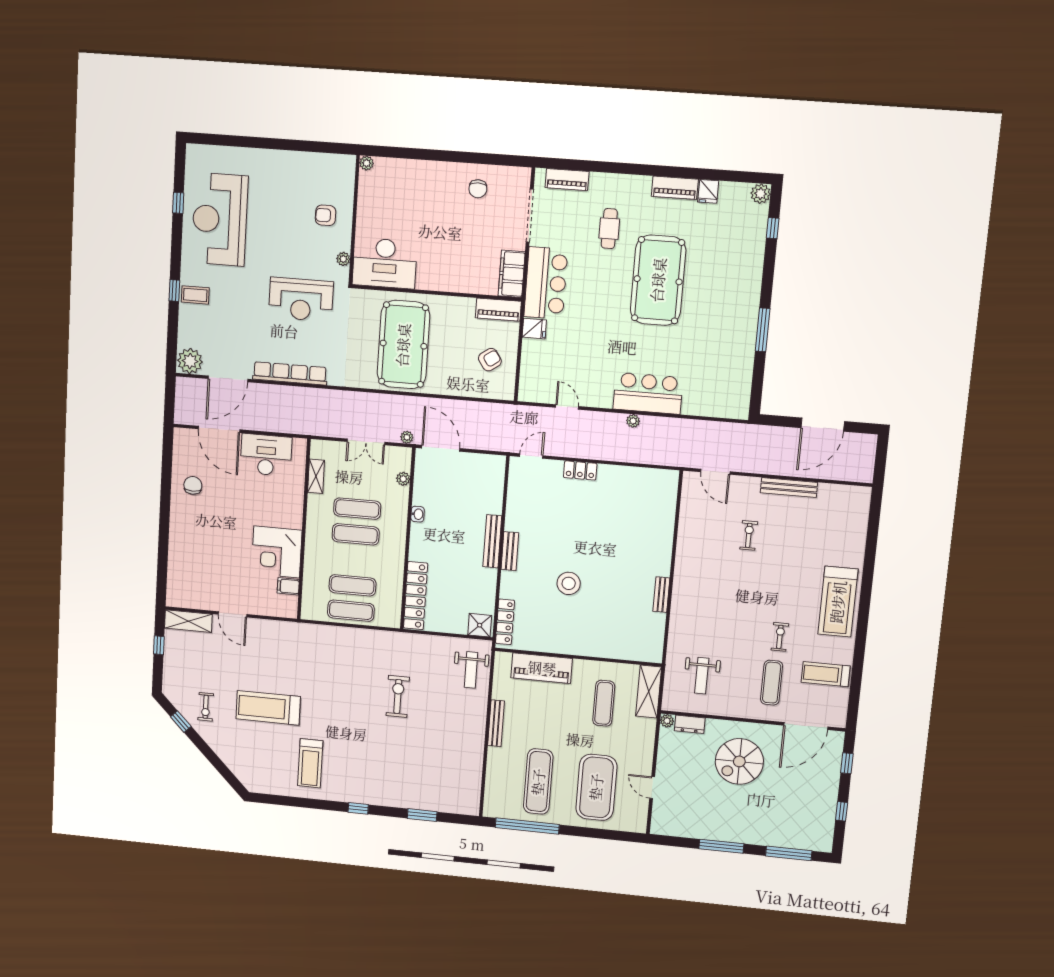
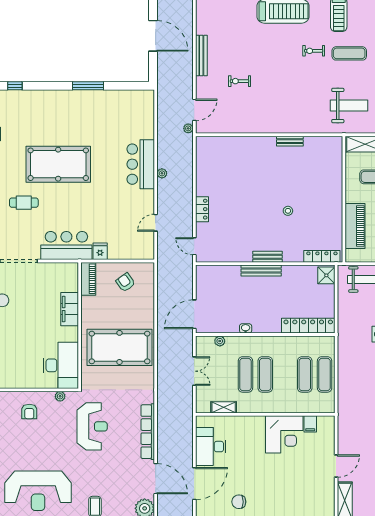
filing cabinet: (512, 274) -> (70, 309), moved, turned 90
plant: (407, 437) -> (188, 128), moved
stool: (569, 583) -> (288, 211), width x0.53, depth x0.53
weight bench: (702, 676) -> (349, 106), width x1.36, depth x1.33

